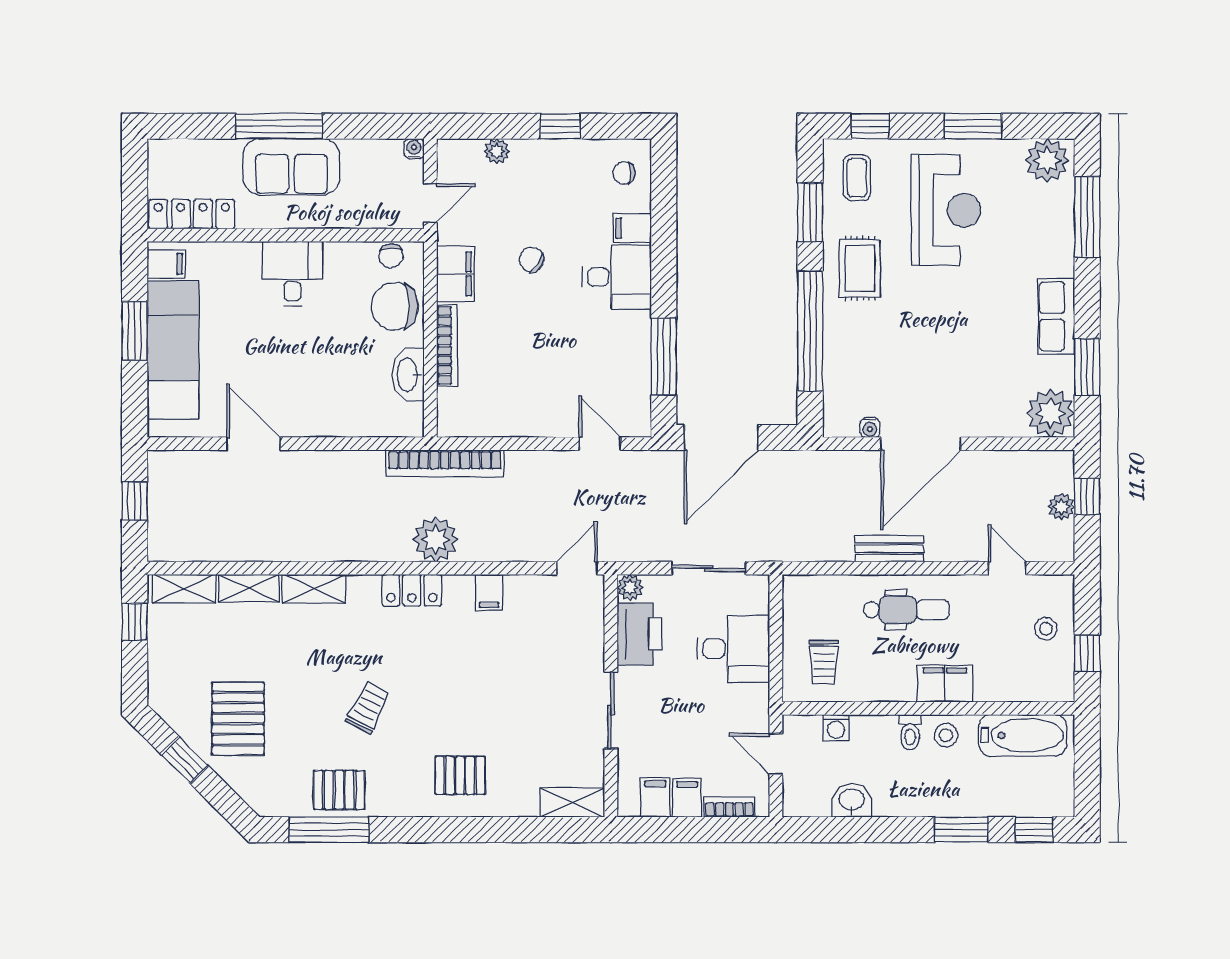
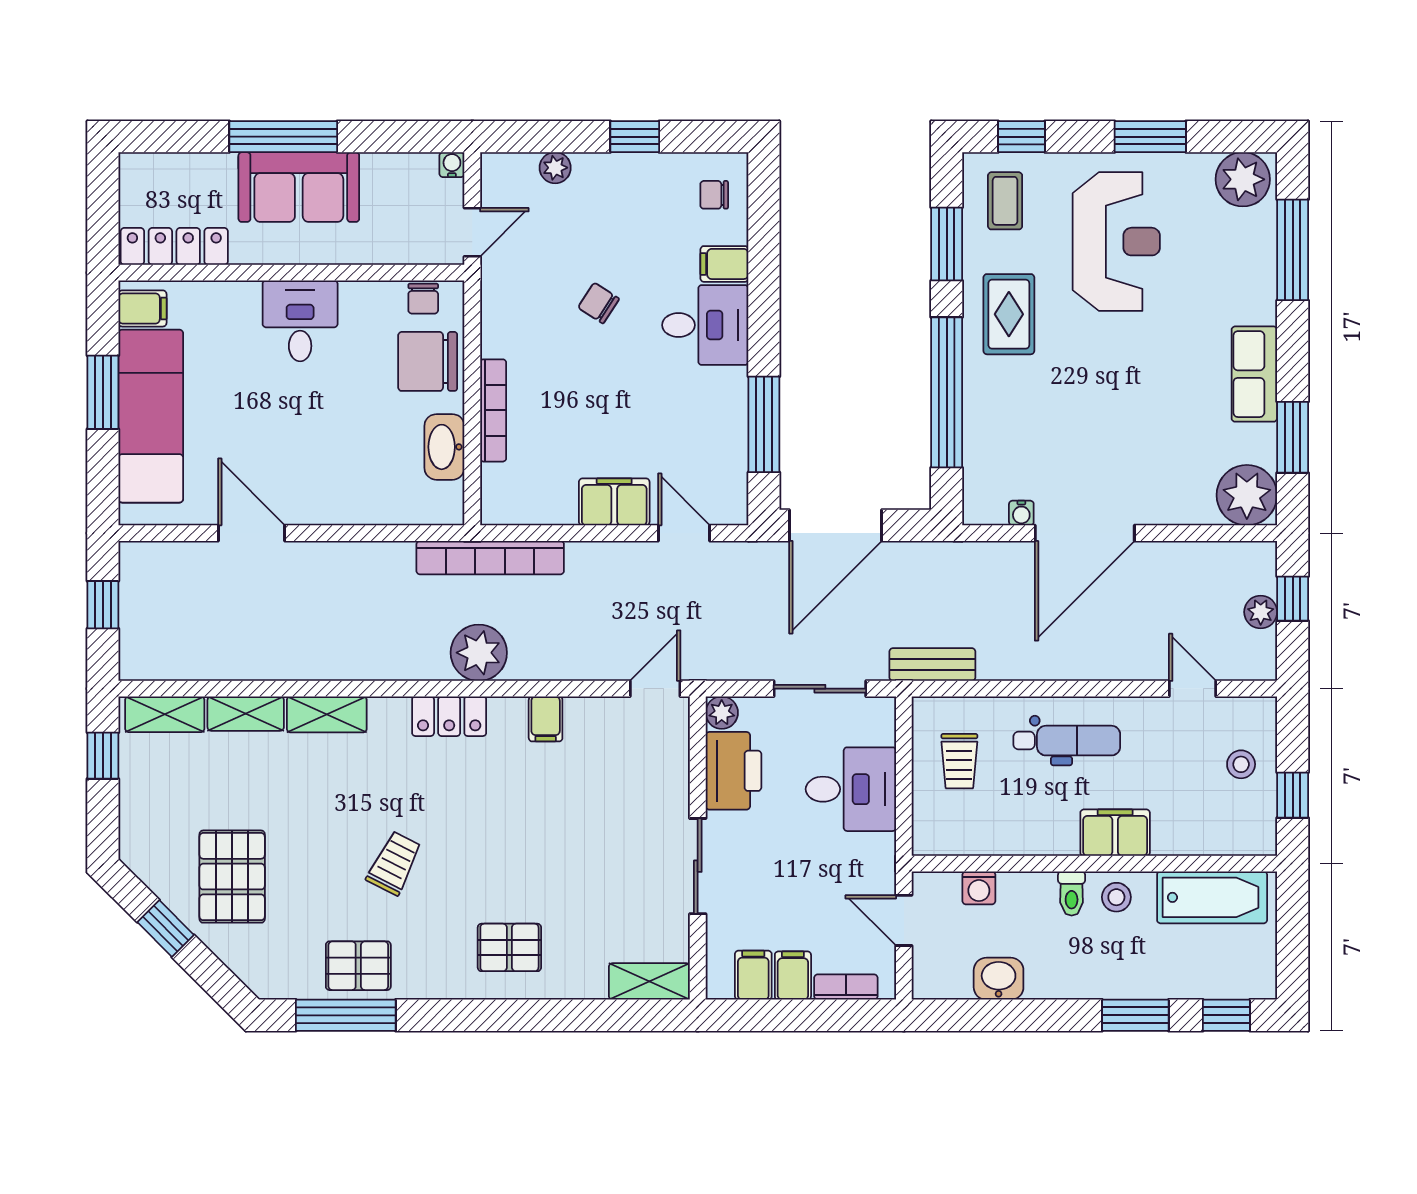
filing cabinet: (455, 274) -> (614, 502), moved, turned -90
bench: (889, 549) -> (932, 664), moved
trolley: (824, 662) -> (959, 761), moved

